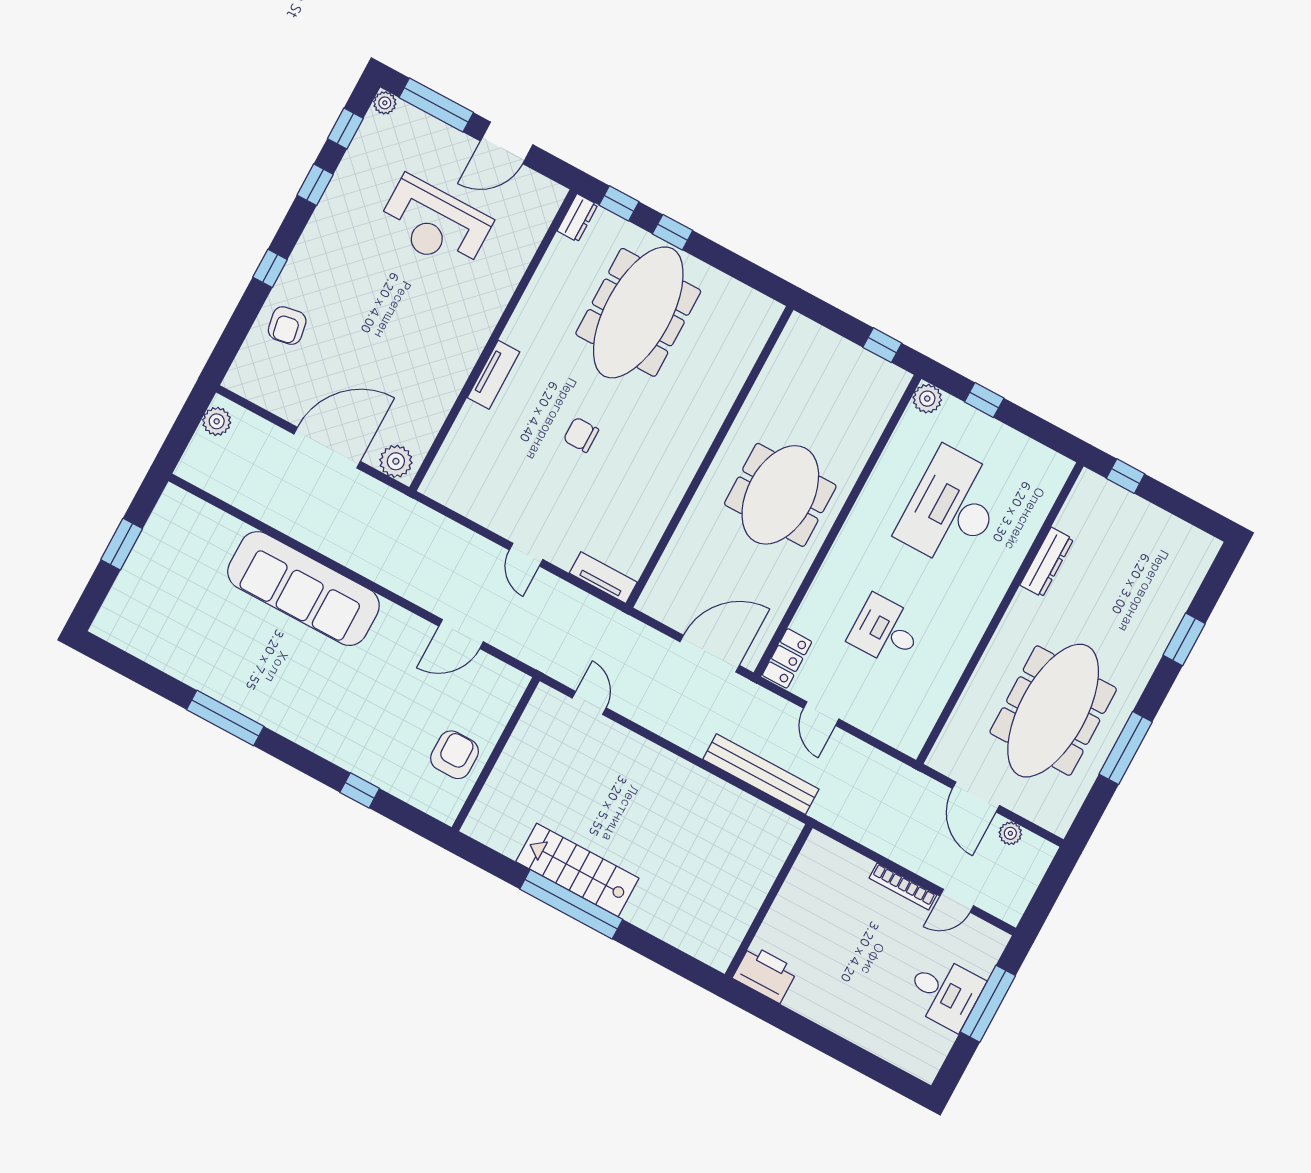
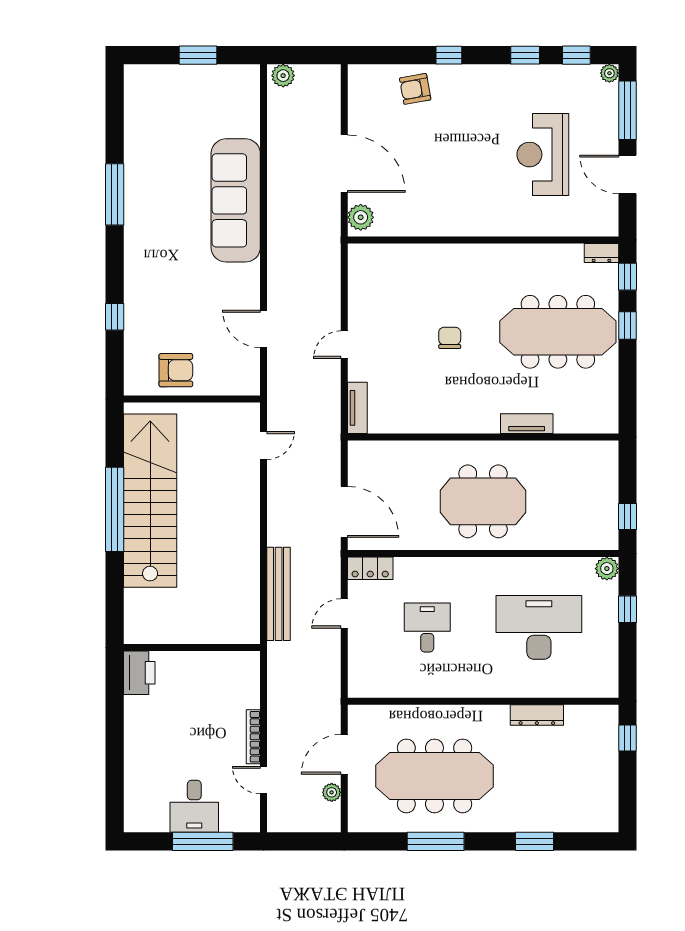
tv unit: (494, 375) -> (527, 424), moved, turned 180
plant: (217, 421) -> (283, 76), moved
stairs: (577, 870) -> (150, 501), width x1.86, depth x1.51

